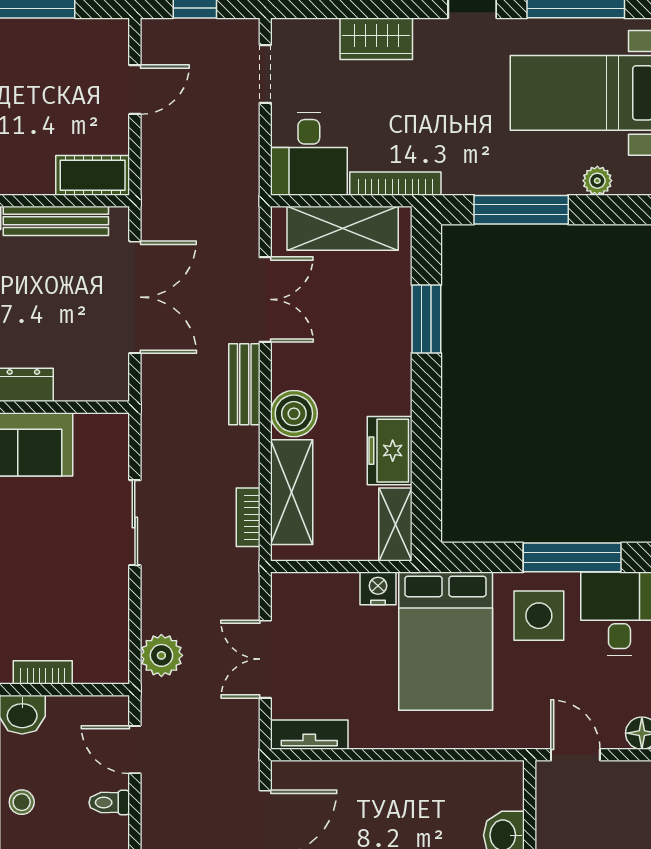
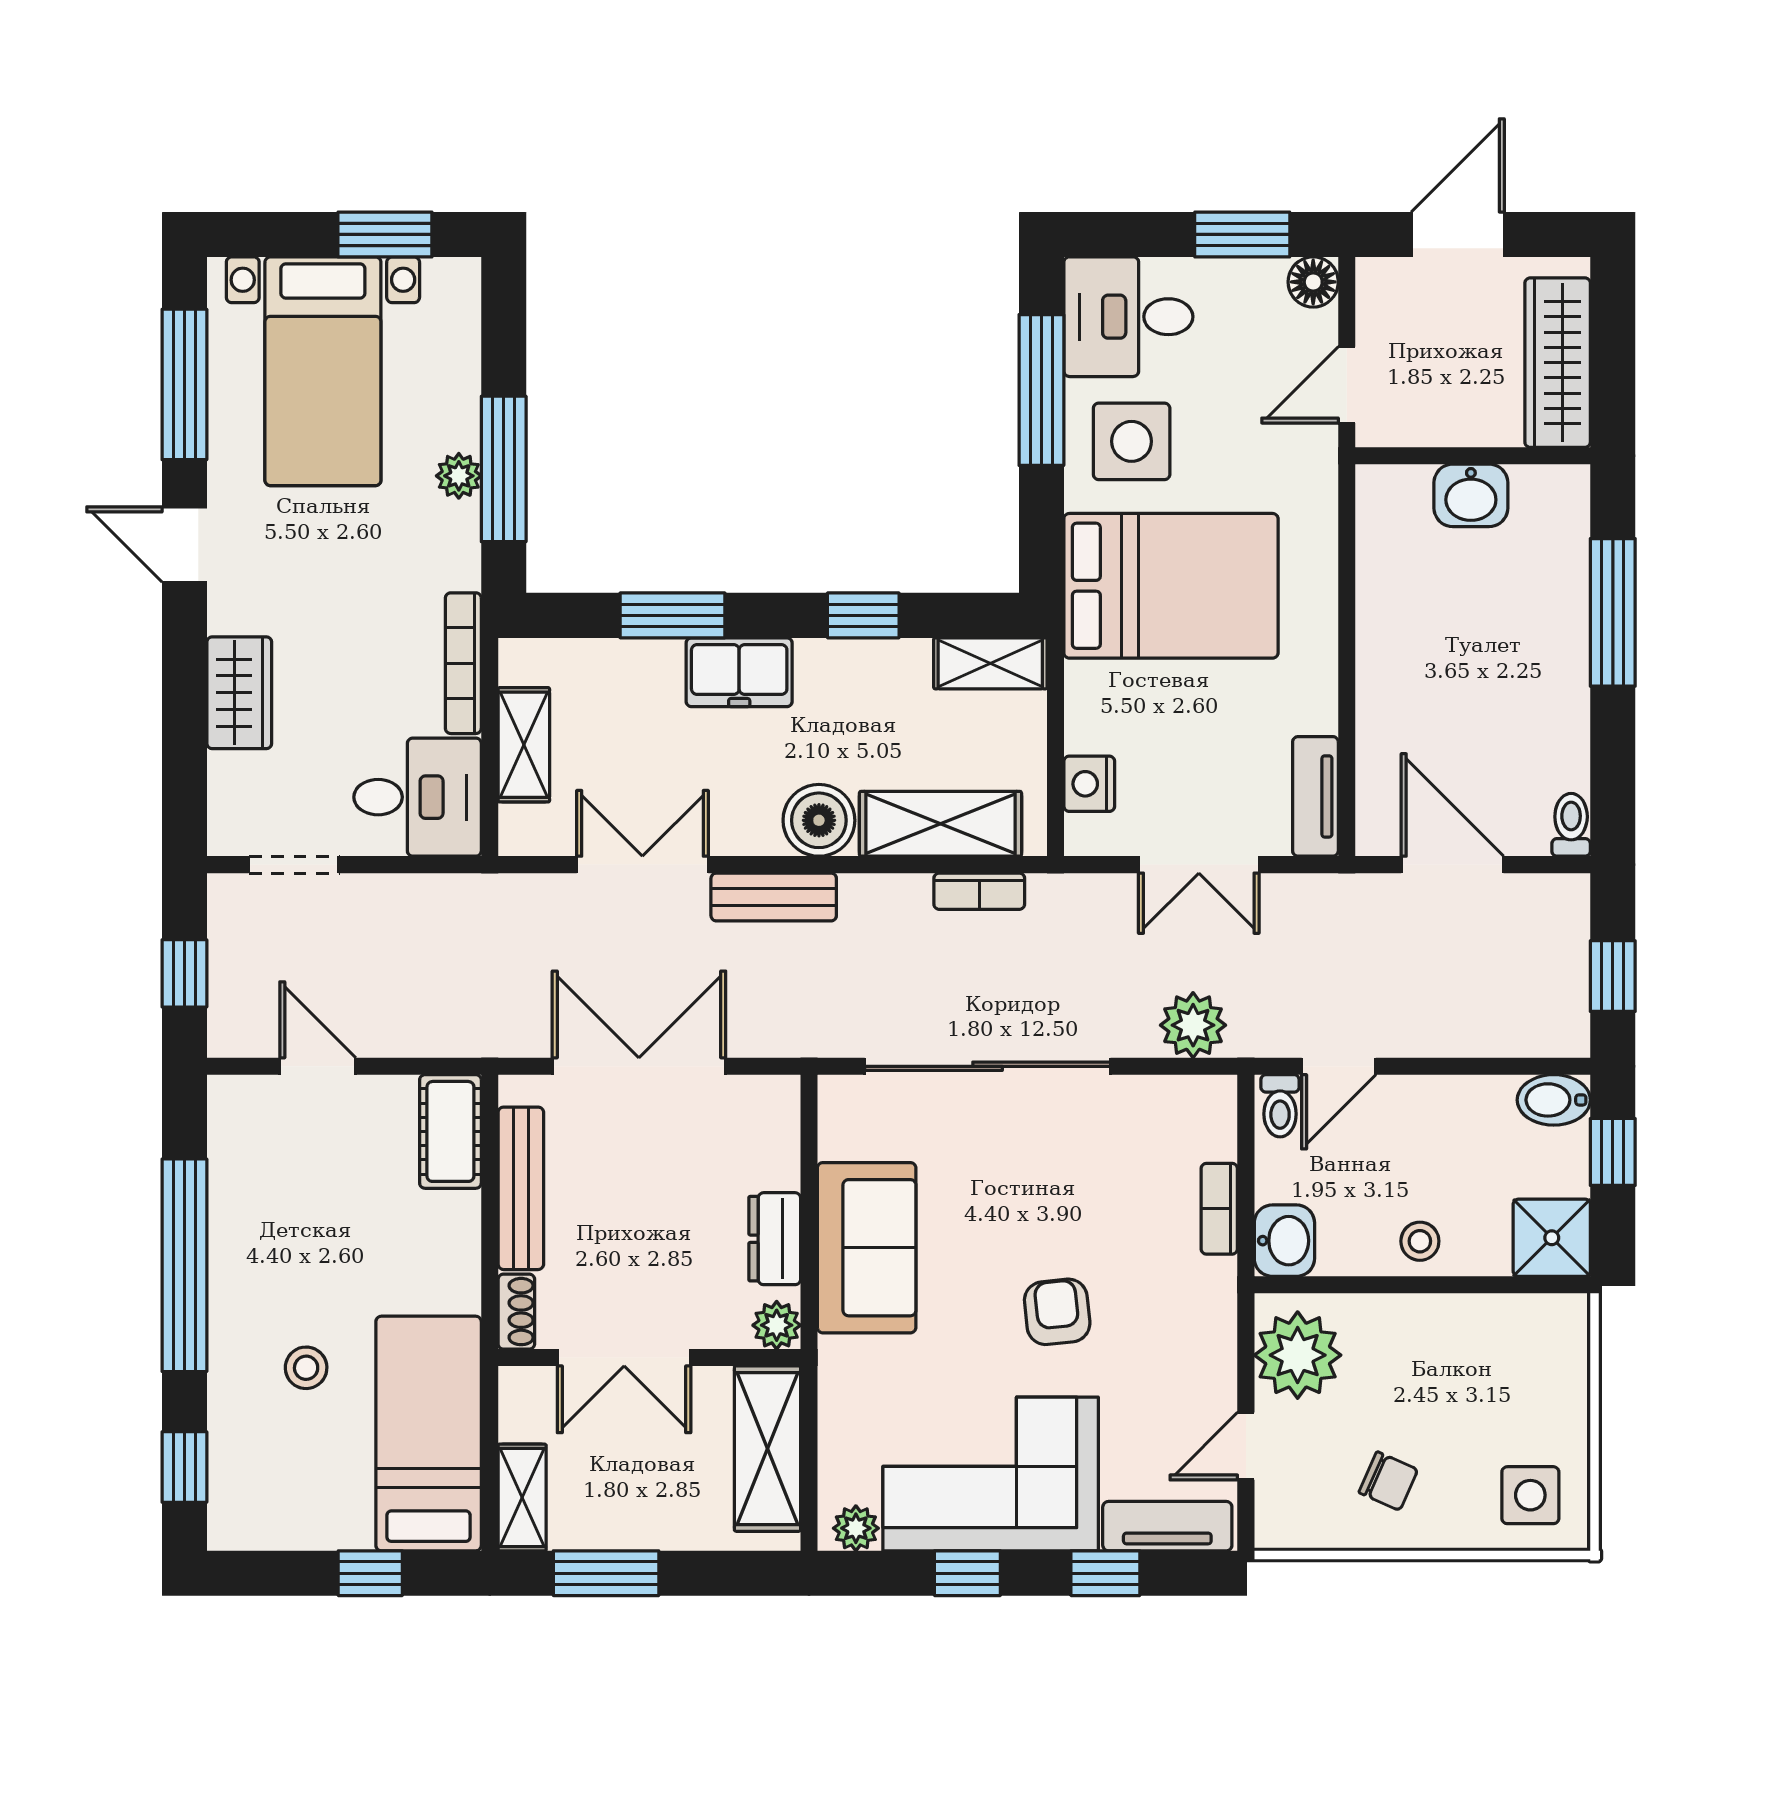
plant: (597, 181) -> (459, 476), moved
shelving: (343, 228) -> (524, 745), width x0.67, depth x0.75
window: (426, 442) -> (863, 615), added
freezer: (390, 451) -> (739, 672), moved
sliding door: (135, 523) -> (988, 1066), width x1.86
nightstand: (378, 588) -> (1089, 784), moved
toilet: (109, 803) -> (1280, 1106), moved

